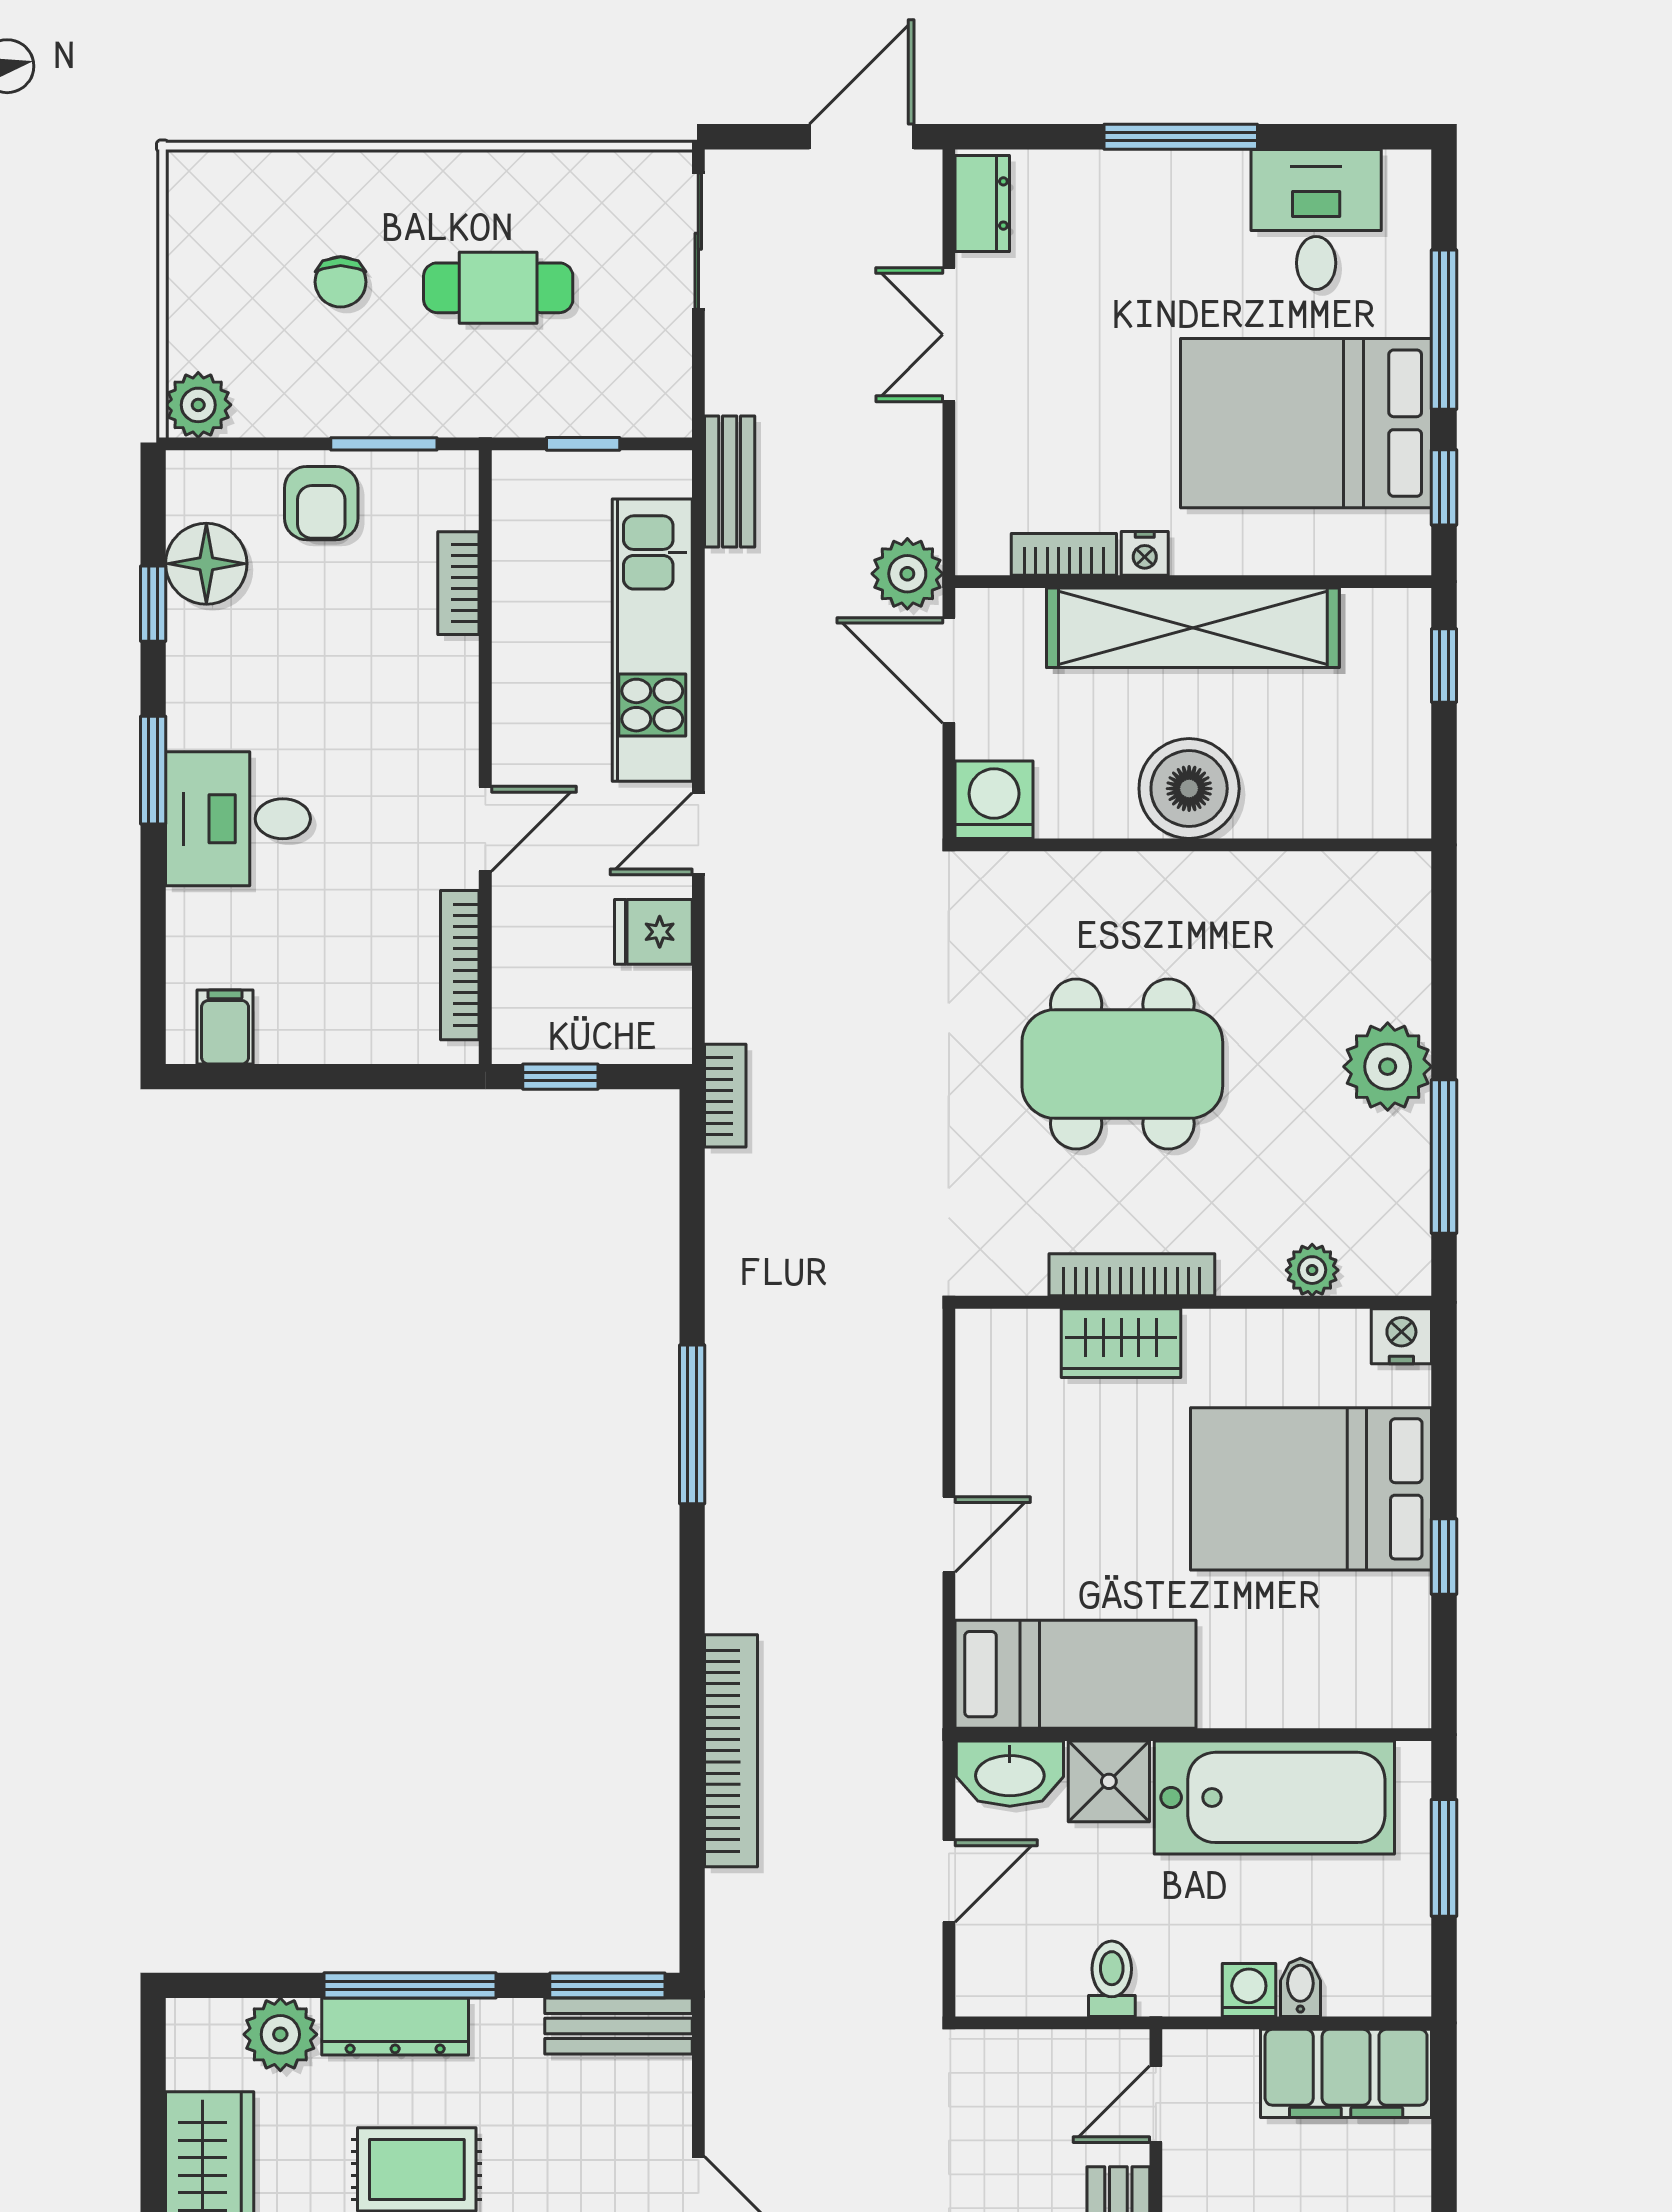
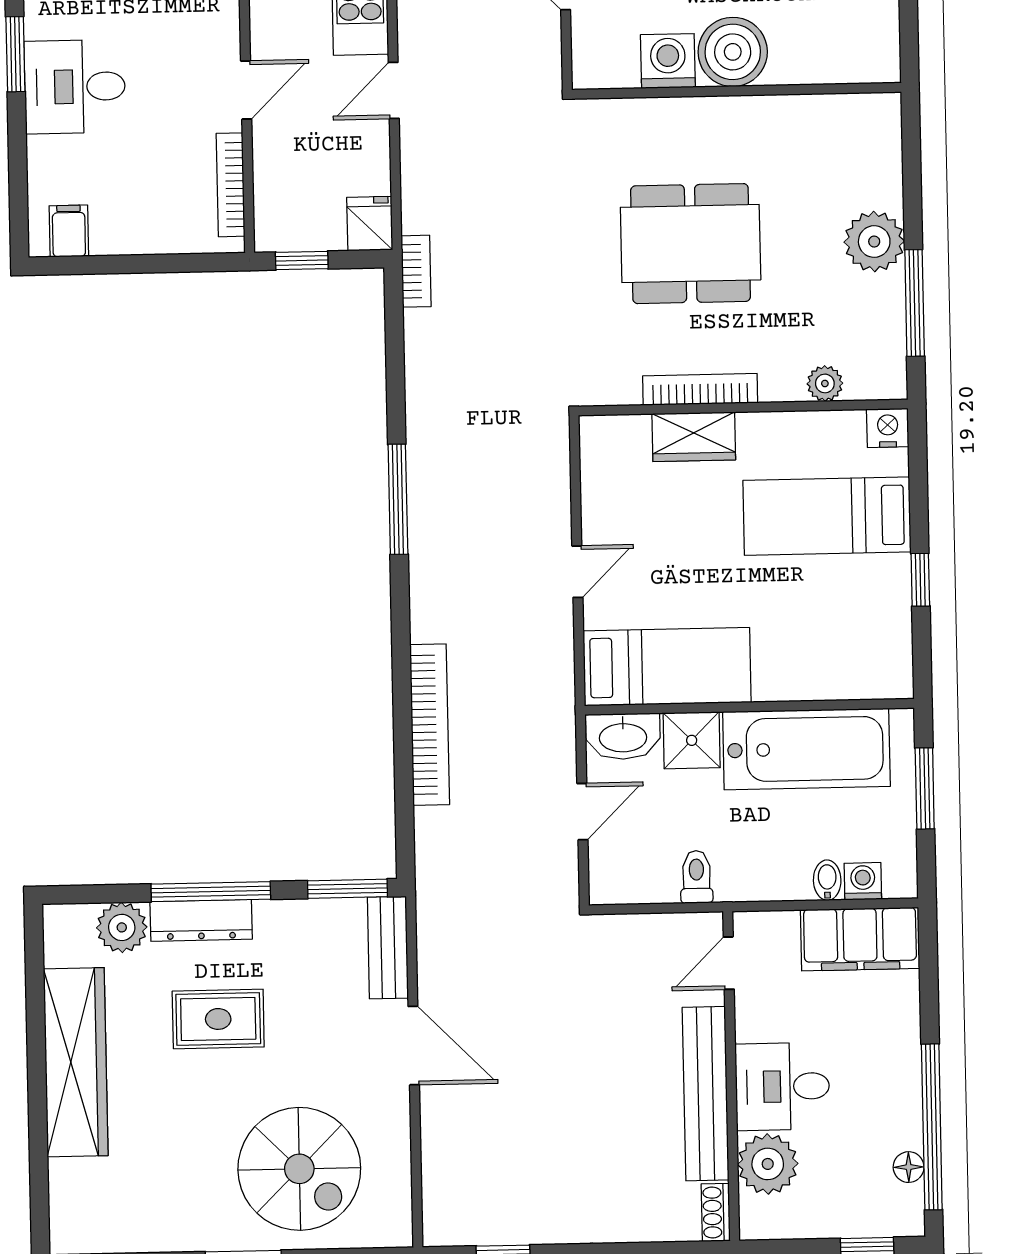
washing machine: (994, 800) -> (668, 61), moved
fridge: (653, 932) -> (370, 224), moved, turned 90
bed: (1311, 1489) -> (827, 516), width x0.67
washing machine: (1249, 1990) -> (863, 881), moved
bench: (618, 2026) -> (388, 948), moved, turned 90

